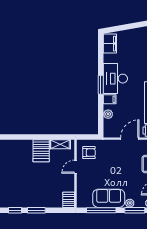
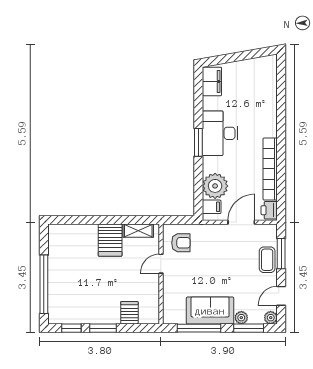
filing cabinet: (110, 99) -> (212, 207), moved
plant: (108, 114) -> (215, 186), width x1.87, depth x1.87
server rack: (69, 200) -> (129, 313), moved

